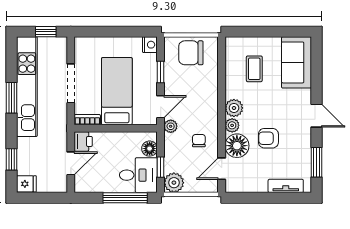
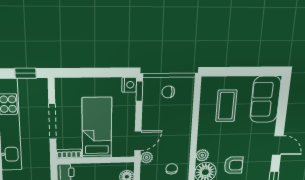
chair: (191, 53) -> (168, 92), width x0.54, depth x0.54
coffee table: (254, 69) -> (226, 106), width x1.36, depth x1.30
window: (161, 72) -> (139, 91), moved
plant: (234, 108) -> (205, 140), removed
armchair: (268, 138) -> (234, 165), turned 180

